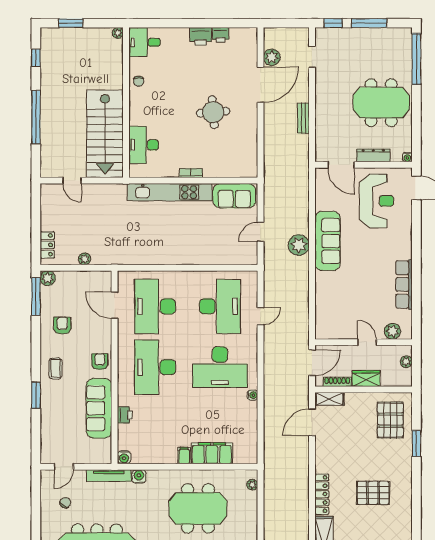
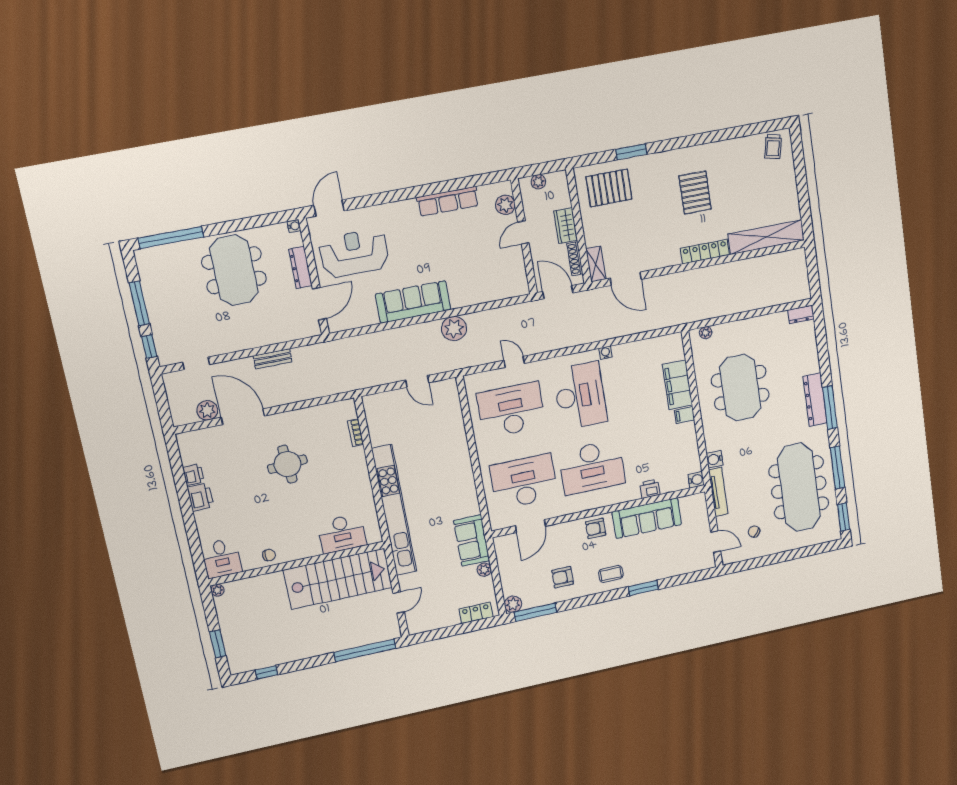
window: (36, 117) -> (365, 650), moved
bookcase: (191, 173) -> (356, 433), moved
kitchen unit: (170, 192) -> (394, 510), width x1.36
sofa: (234, 196) -> (472, 540), moved, turned 180
plant: (299, 245) -> (454, 329), moved
desk: (155, 306) -> (524, 482), turned 180

